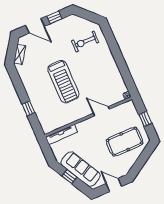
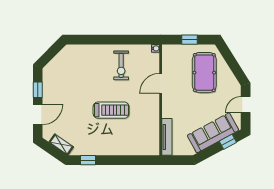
exercise bike: (85, 42) -> (121, 65), moved
treadmill: (63, 82) -> (111, 110), width x0.73, depth x0.73
window: (28, 108) -> (88, 160), moved
window: (69, 177) -> (228, 142), moved

